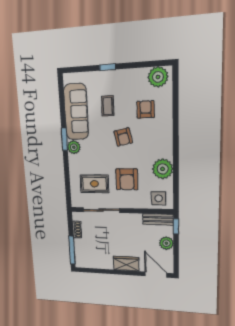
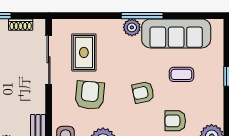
armchair: (146, 109) -> (175, 121), turned 180
window: (64, 139) -> (142, 16), width x1.44
armchair: (127, 179) -> (90, 95), turned 95

